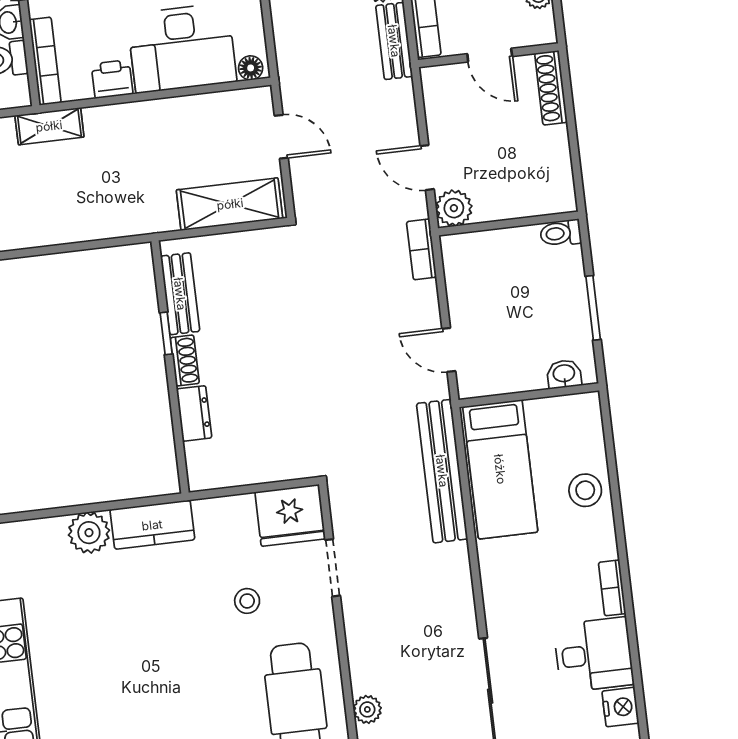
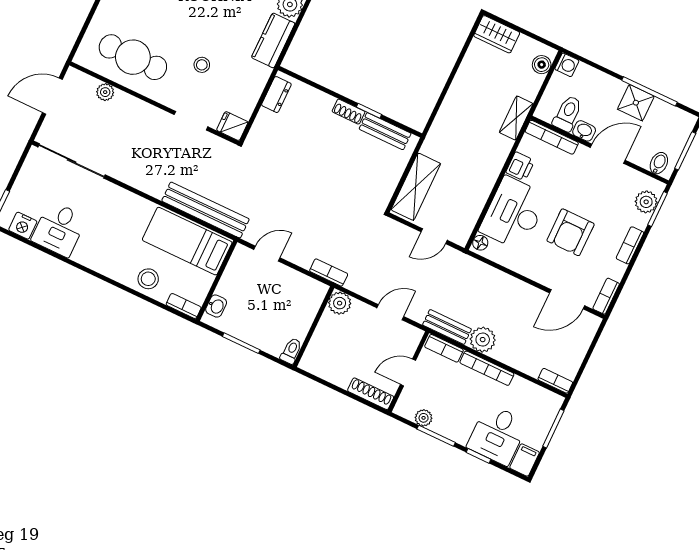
door: (427, 168) -> (390, 312), moved
dresser: (194, 413) -> (276, 95), moved, turned -90
fridge: (290, 515) -> (232, 126), width x0.53, depth x0.75
bookcase: (612, 588) -> (184, 306), moved

